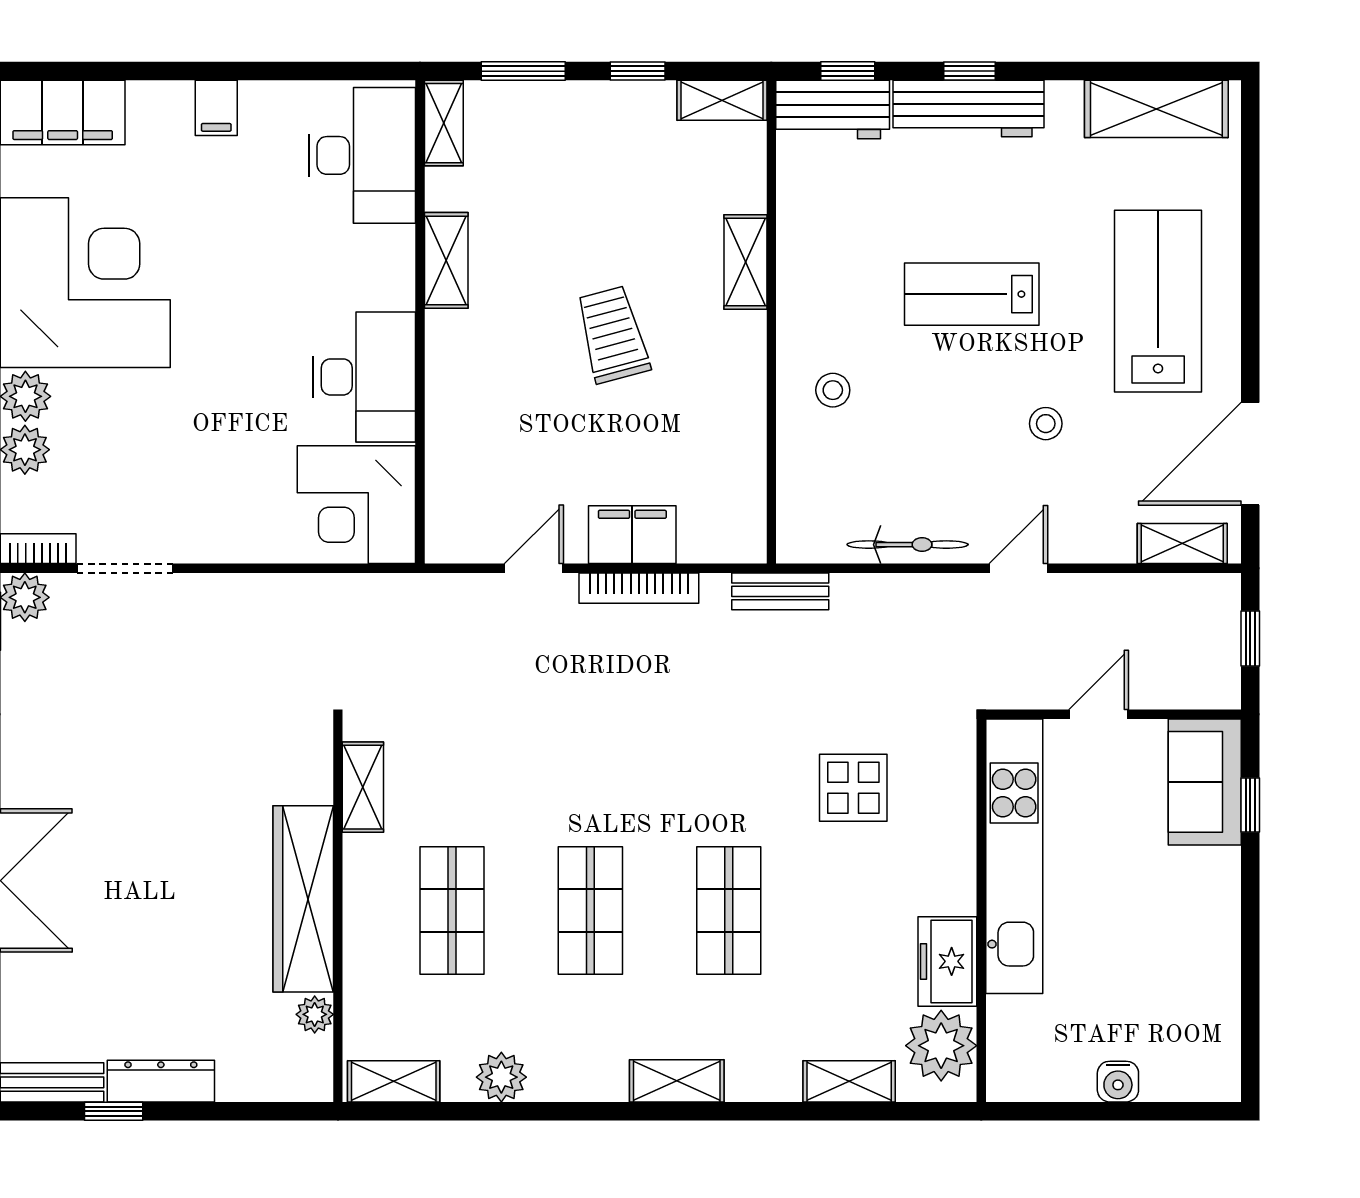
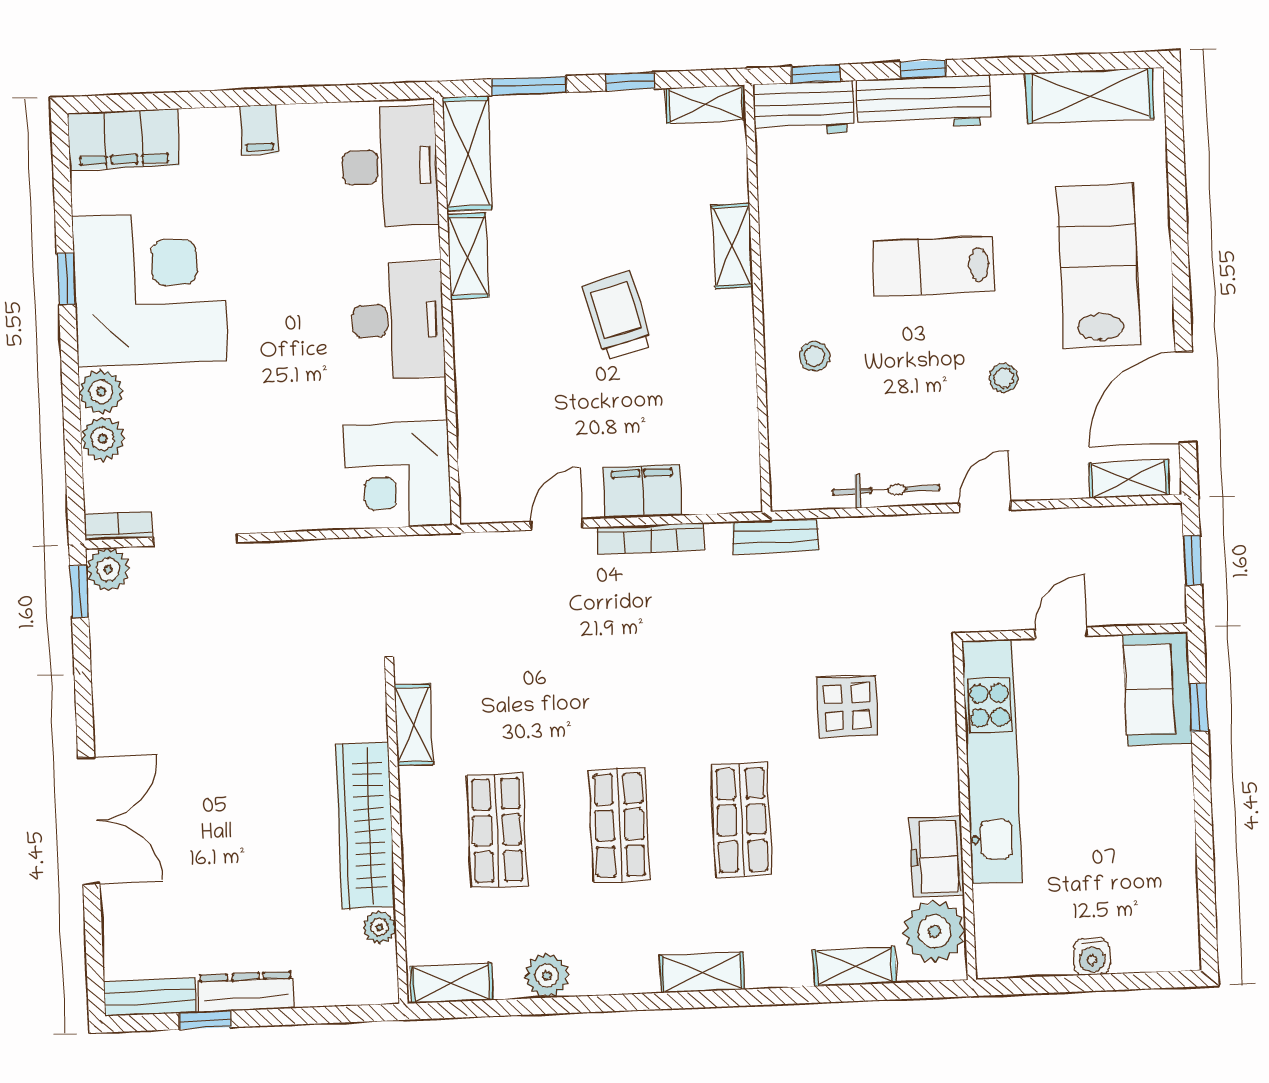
shelving: (444, 123) -> (467, 153), width x1.50, depth x1.33
desk: (364, 377) -> (398, 320), moved

